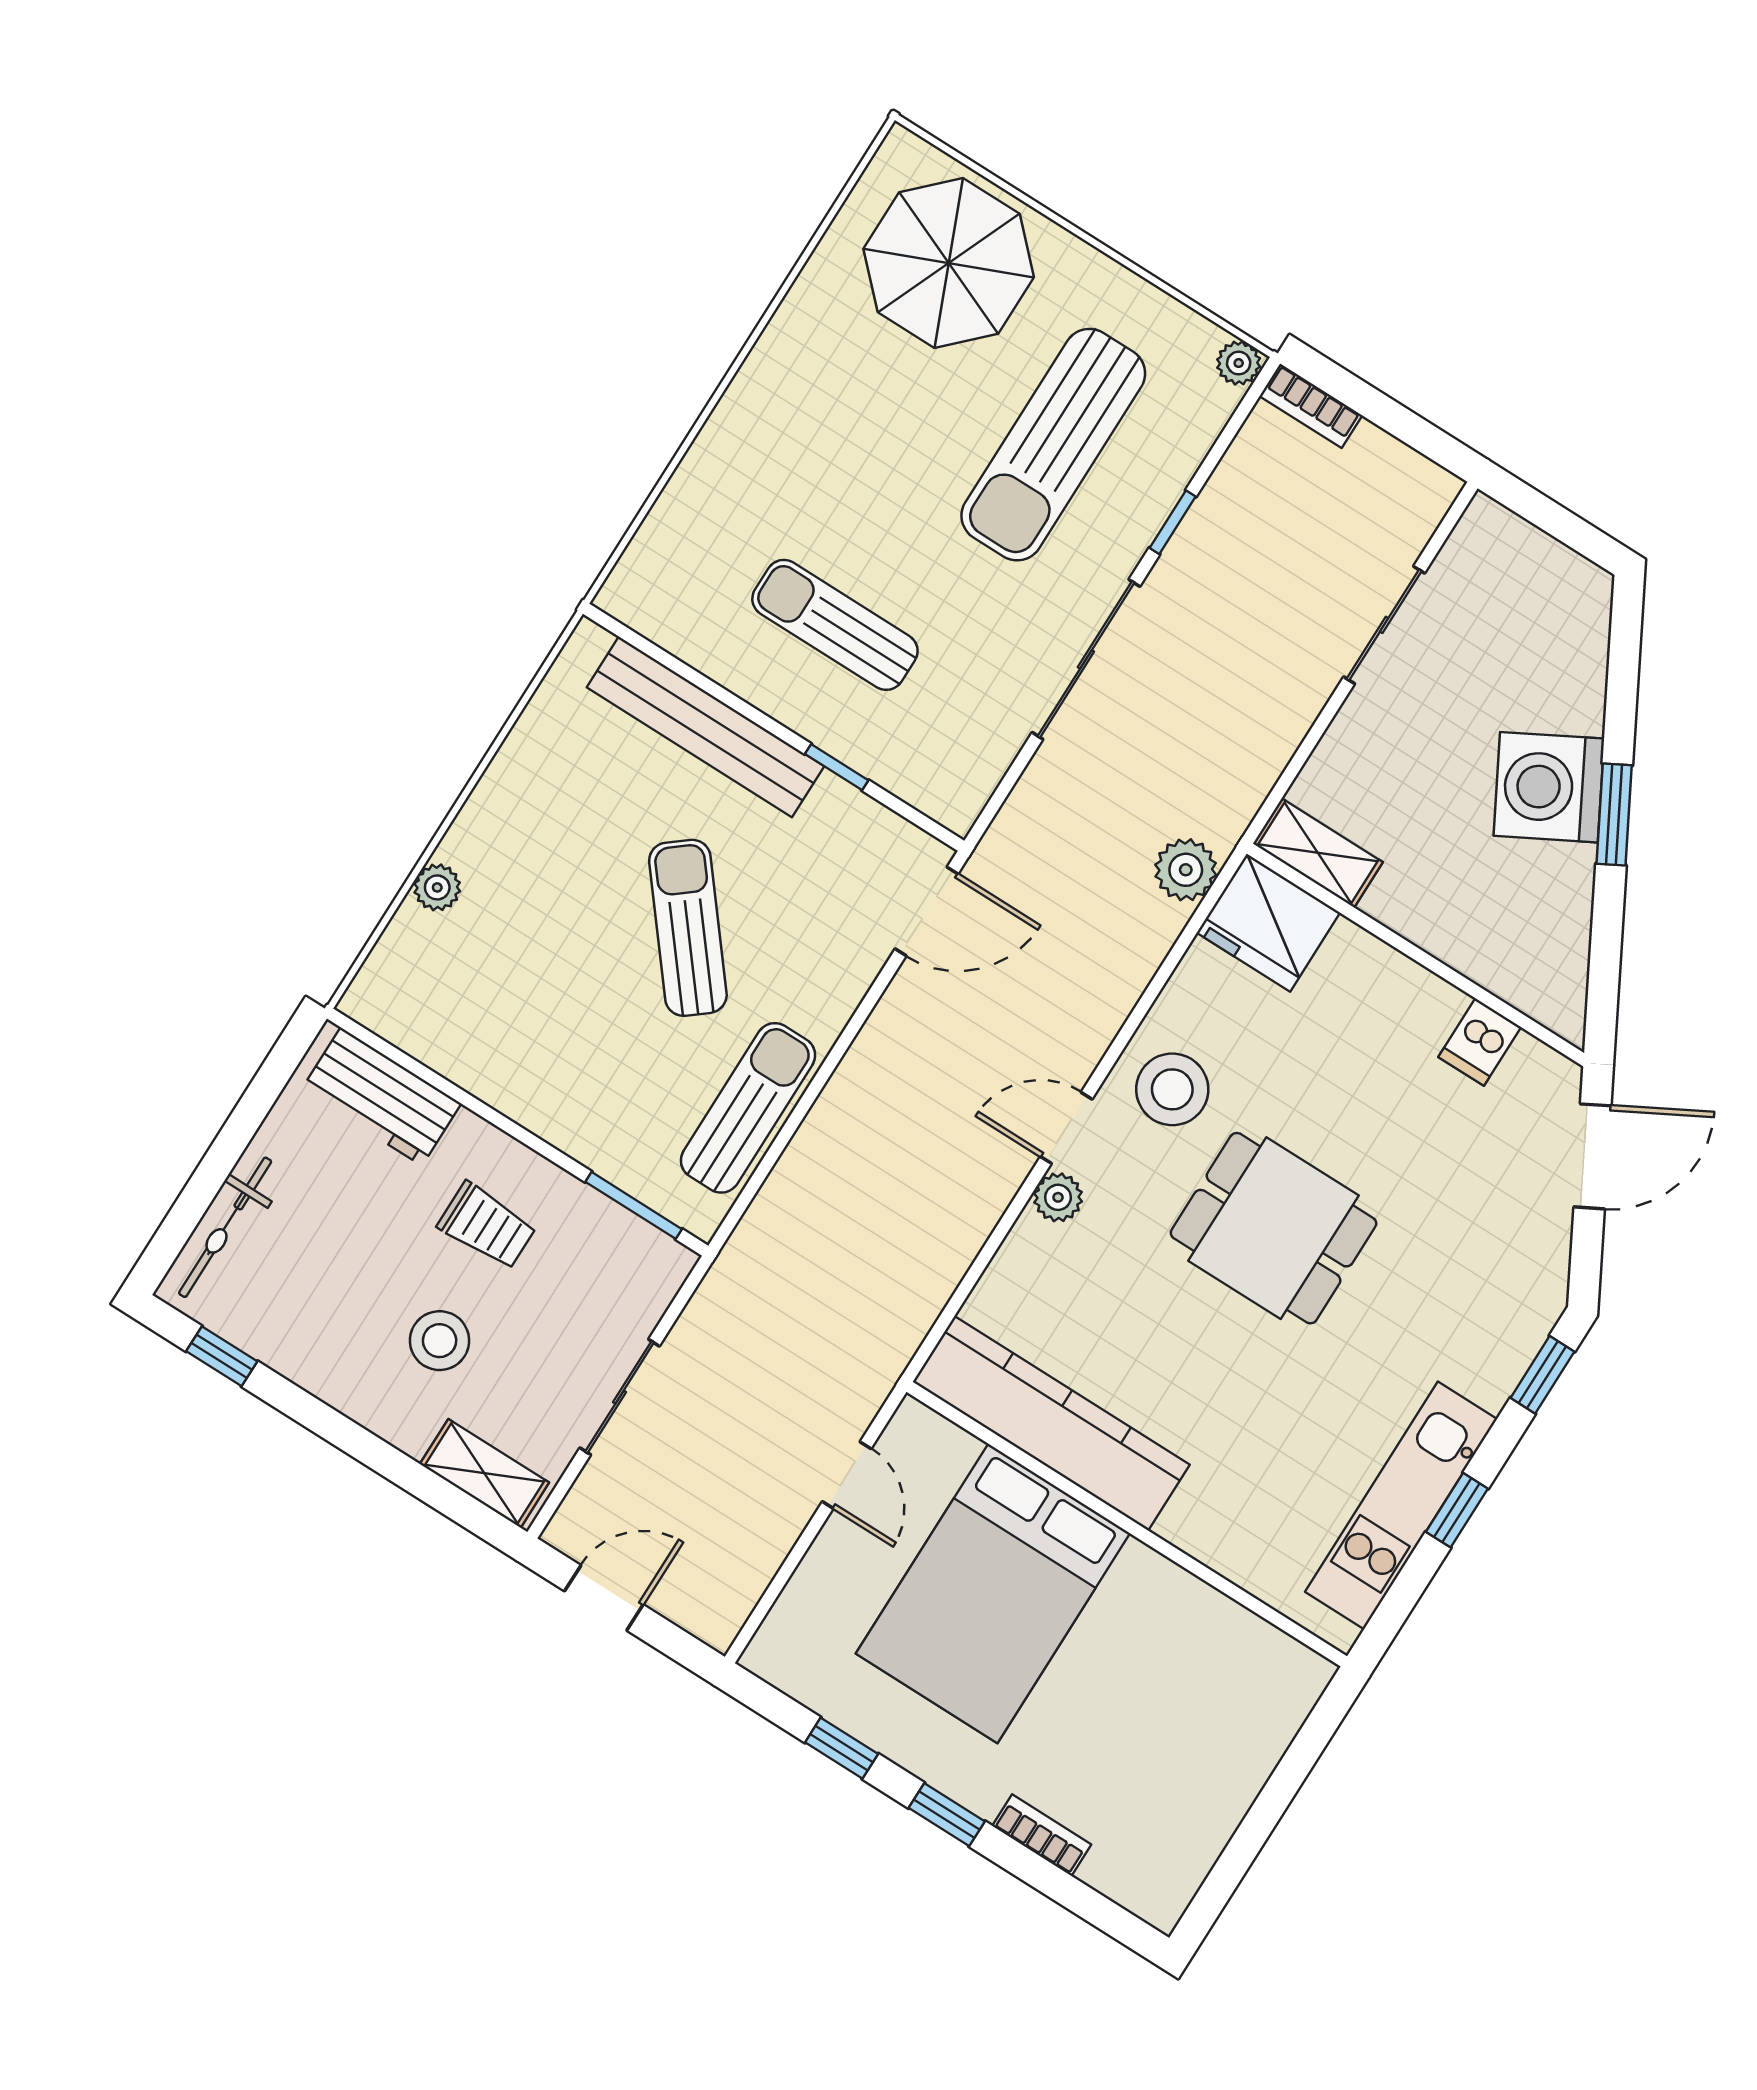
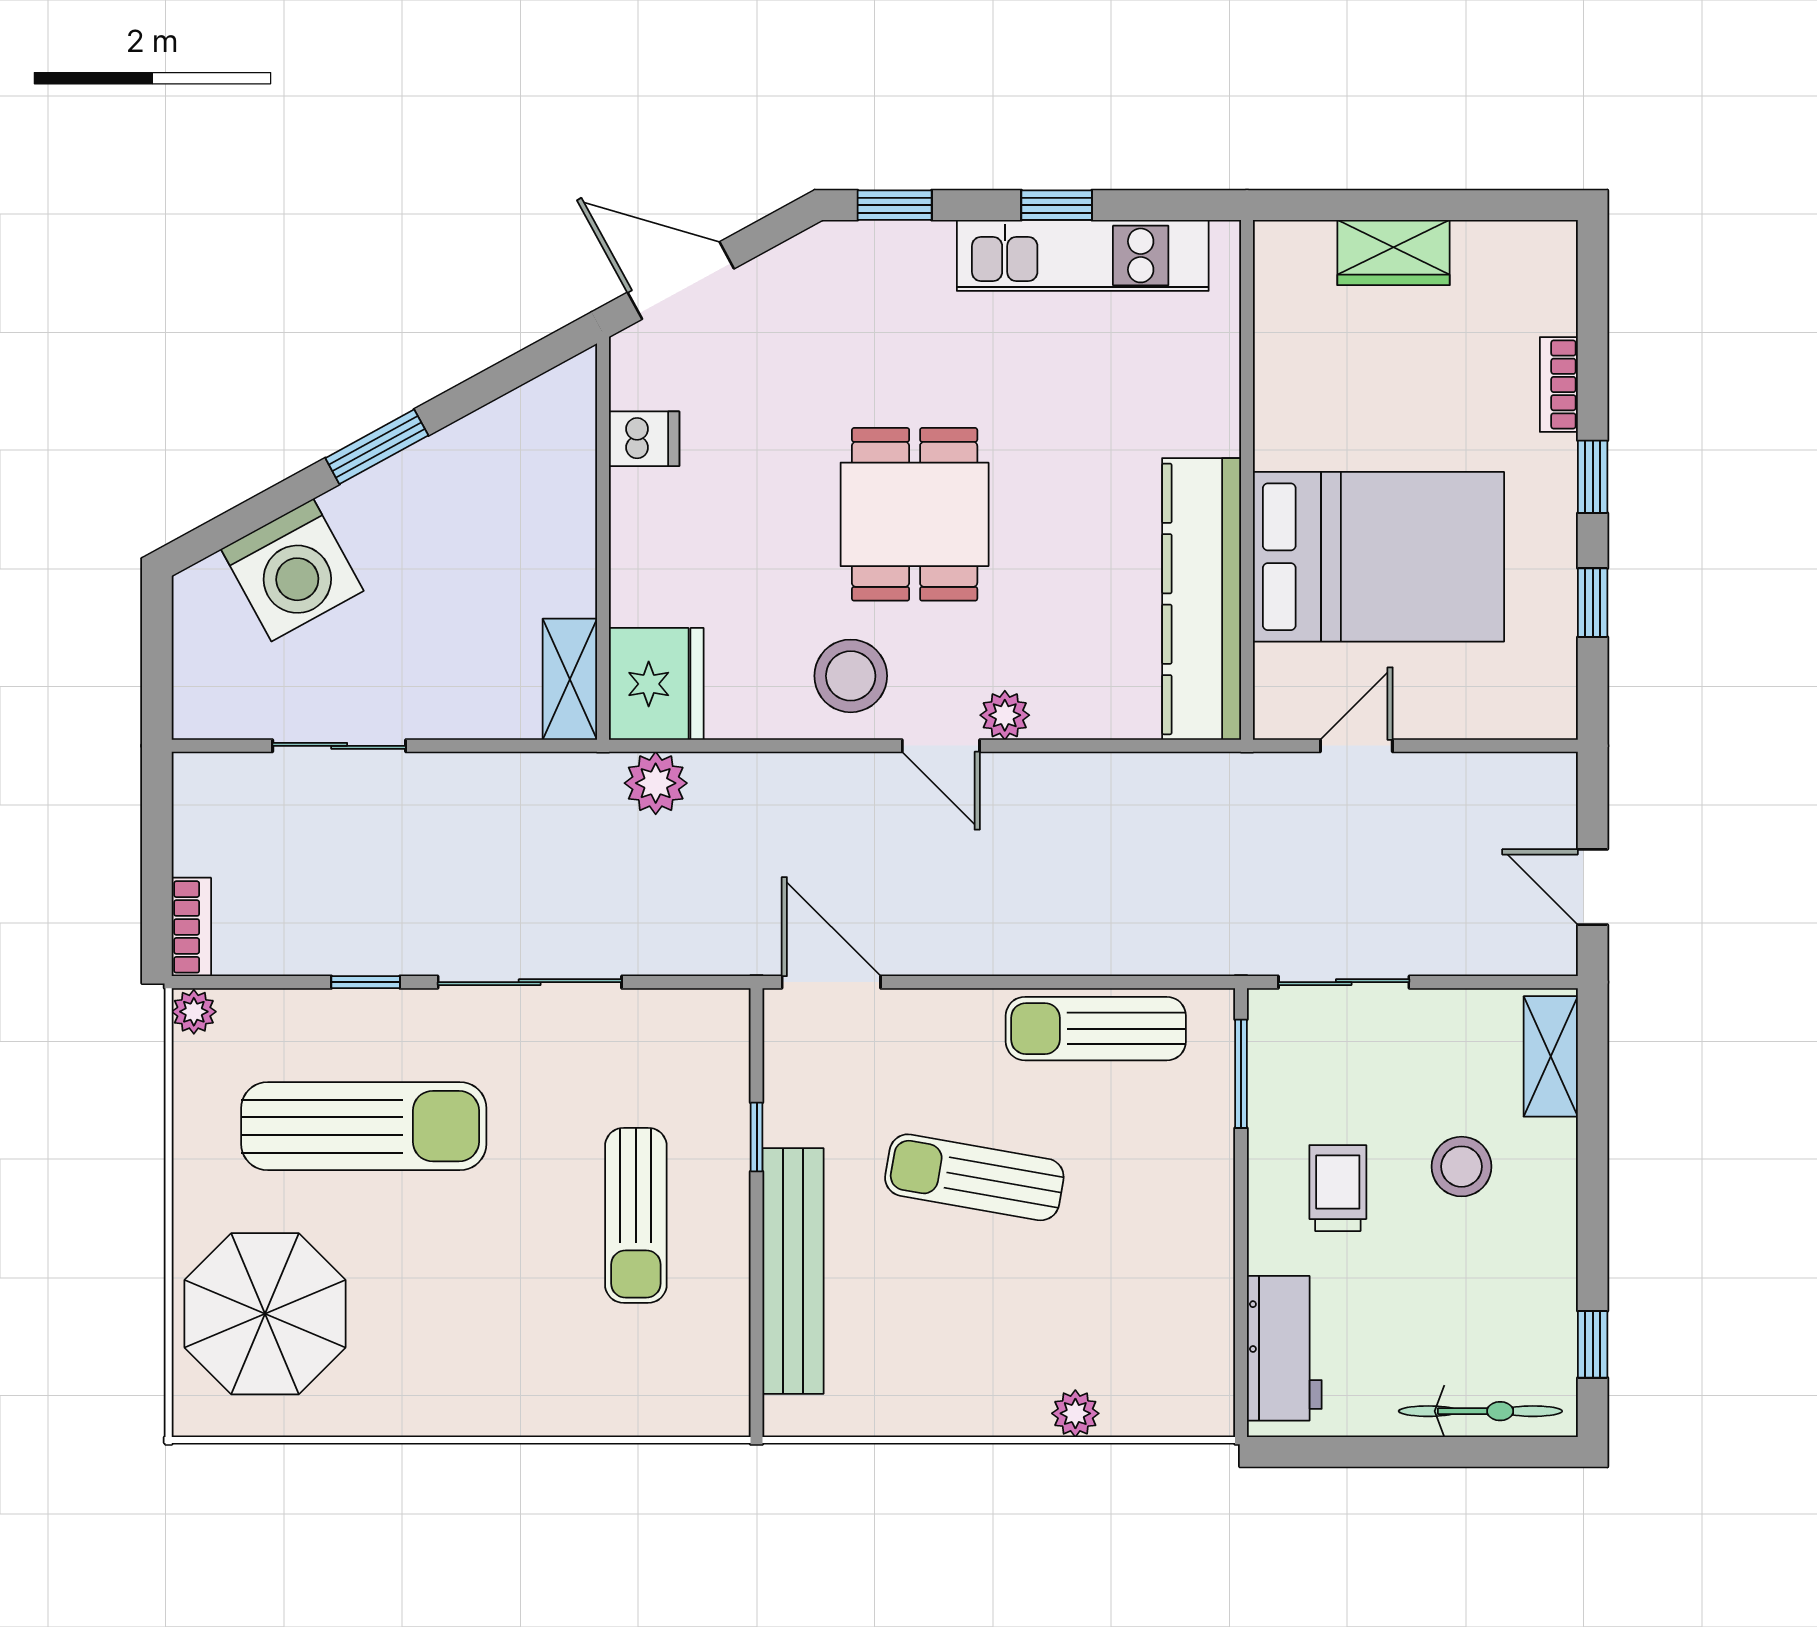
washing machine: (1549, 787) -> (292, 570), moved
sun lounger: (688, 928) -> (974, 1177), turned 49
sliding door: (620, 1397) -> (1344, 982), moved
wardrobe: (1239, 1767) -> (1393, 253), added

